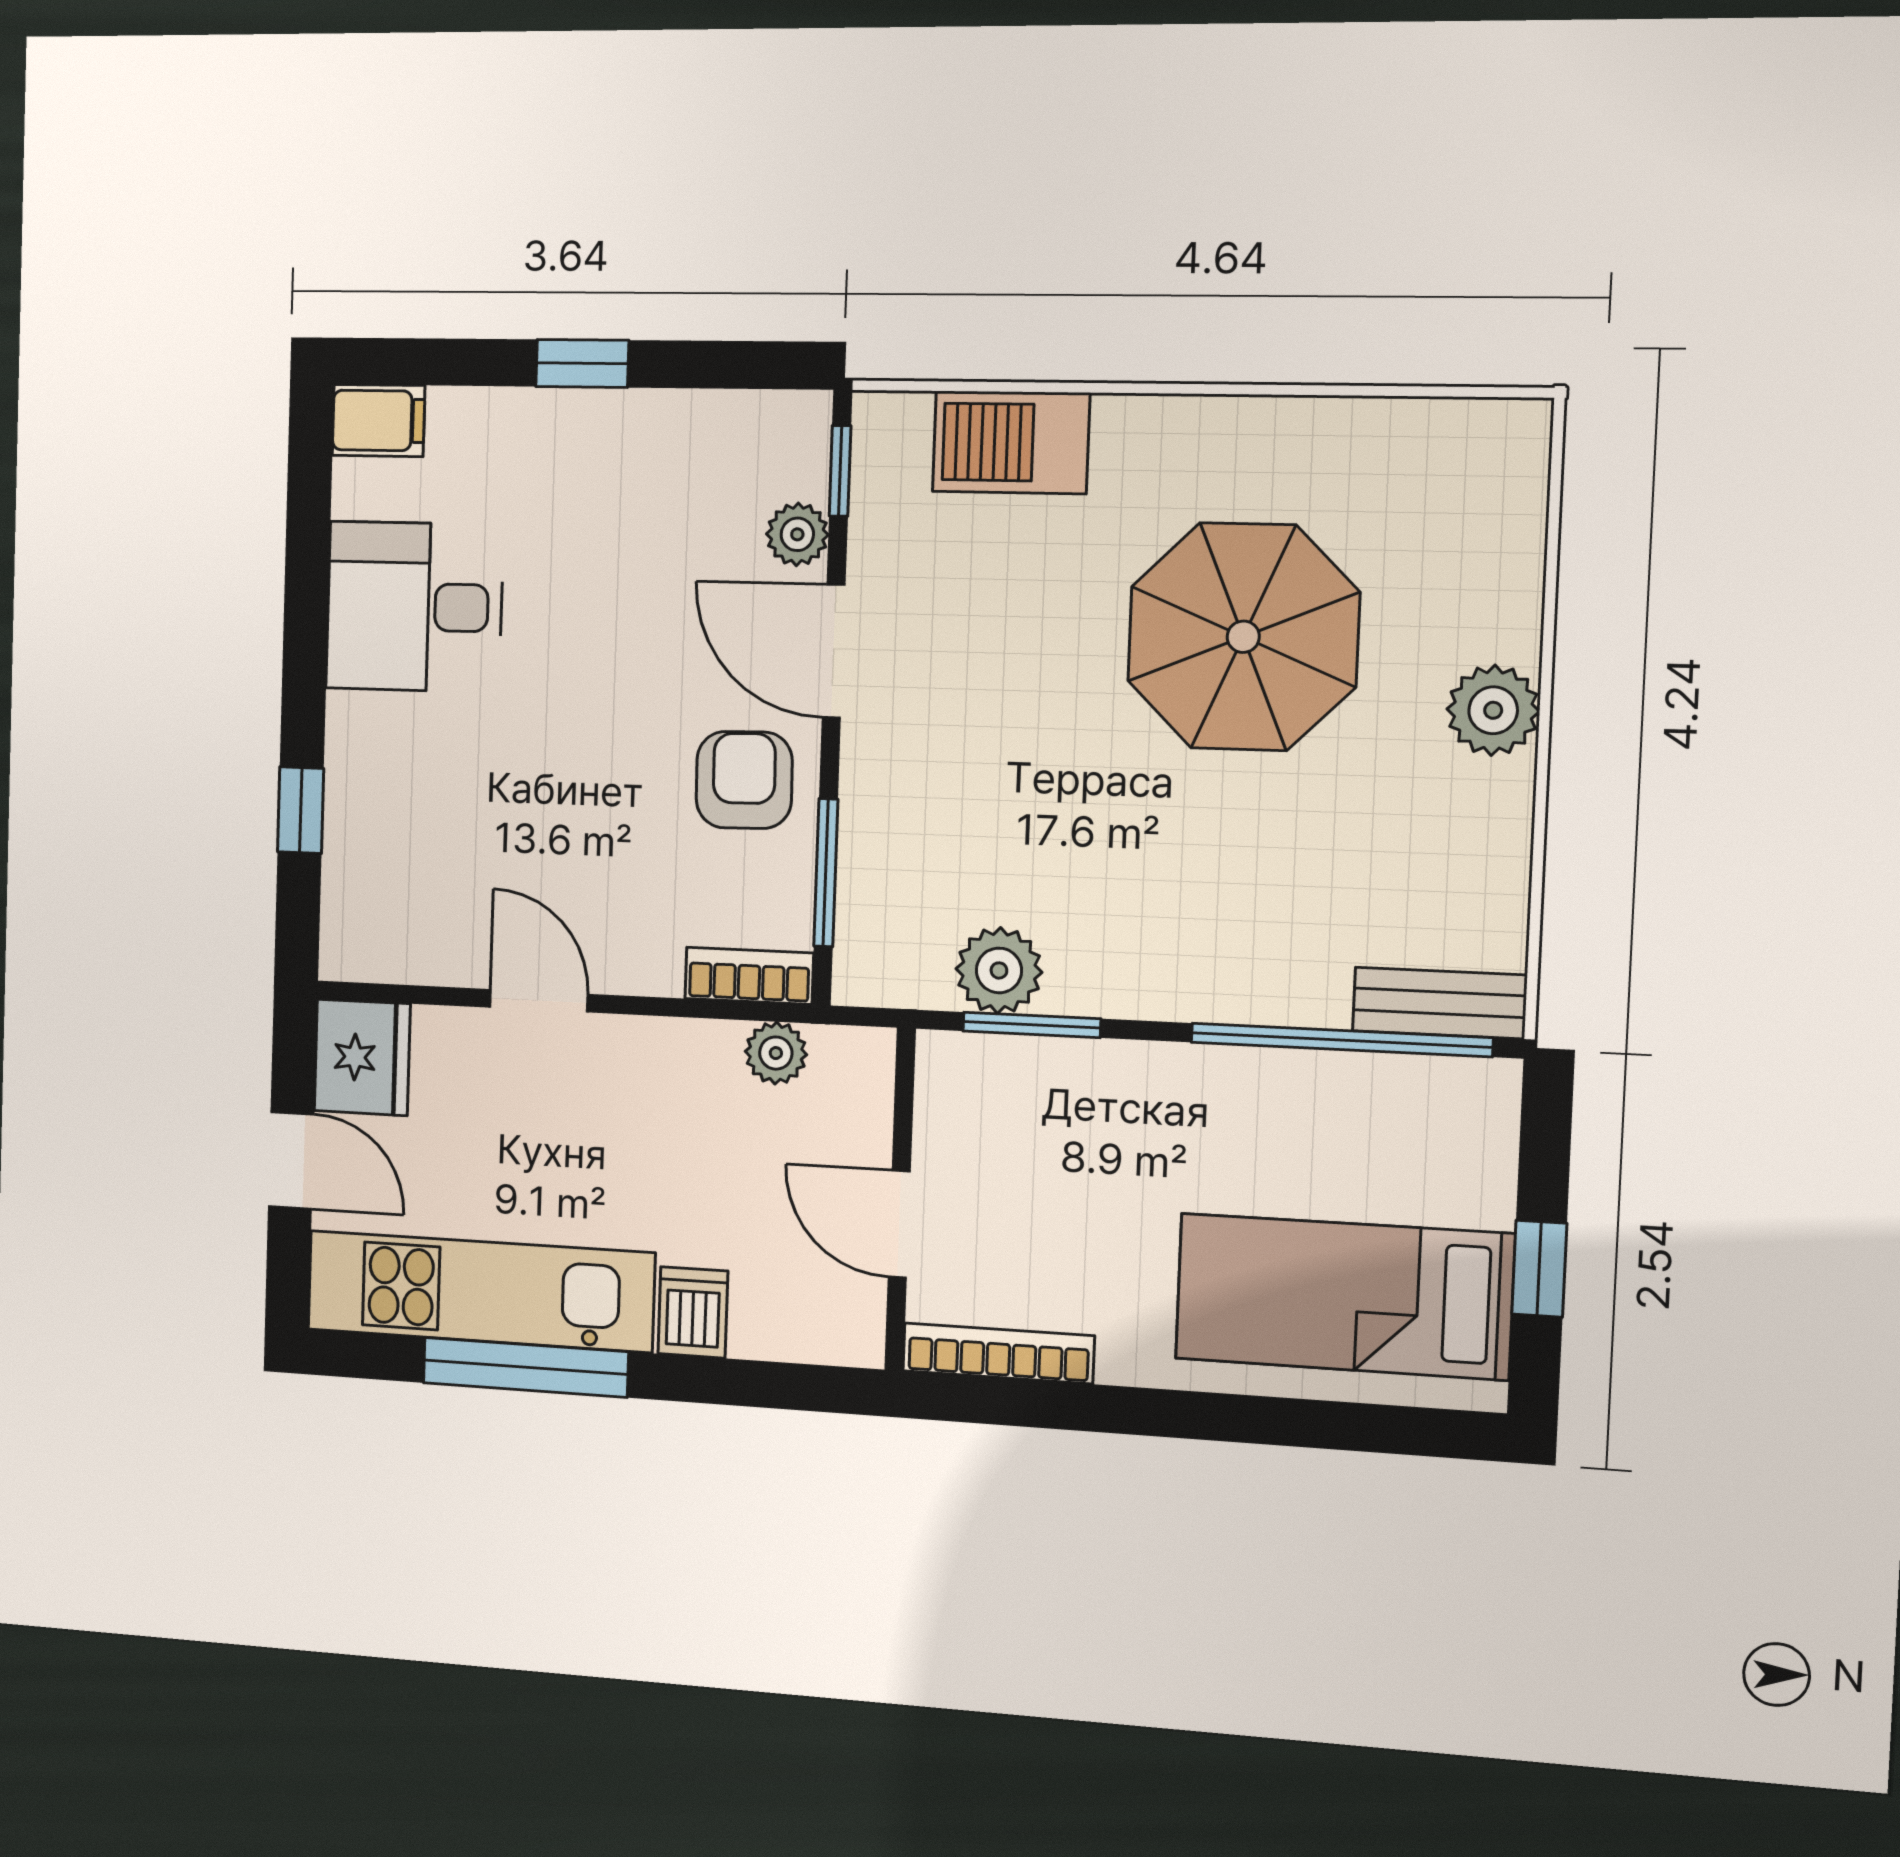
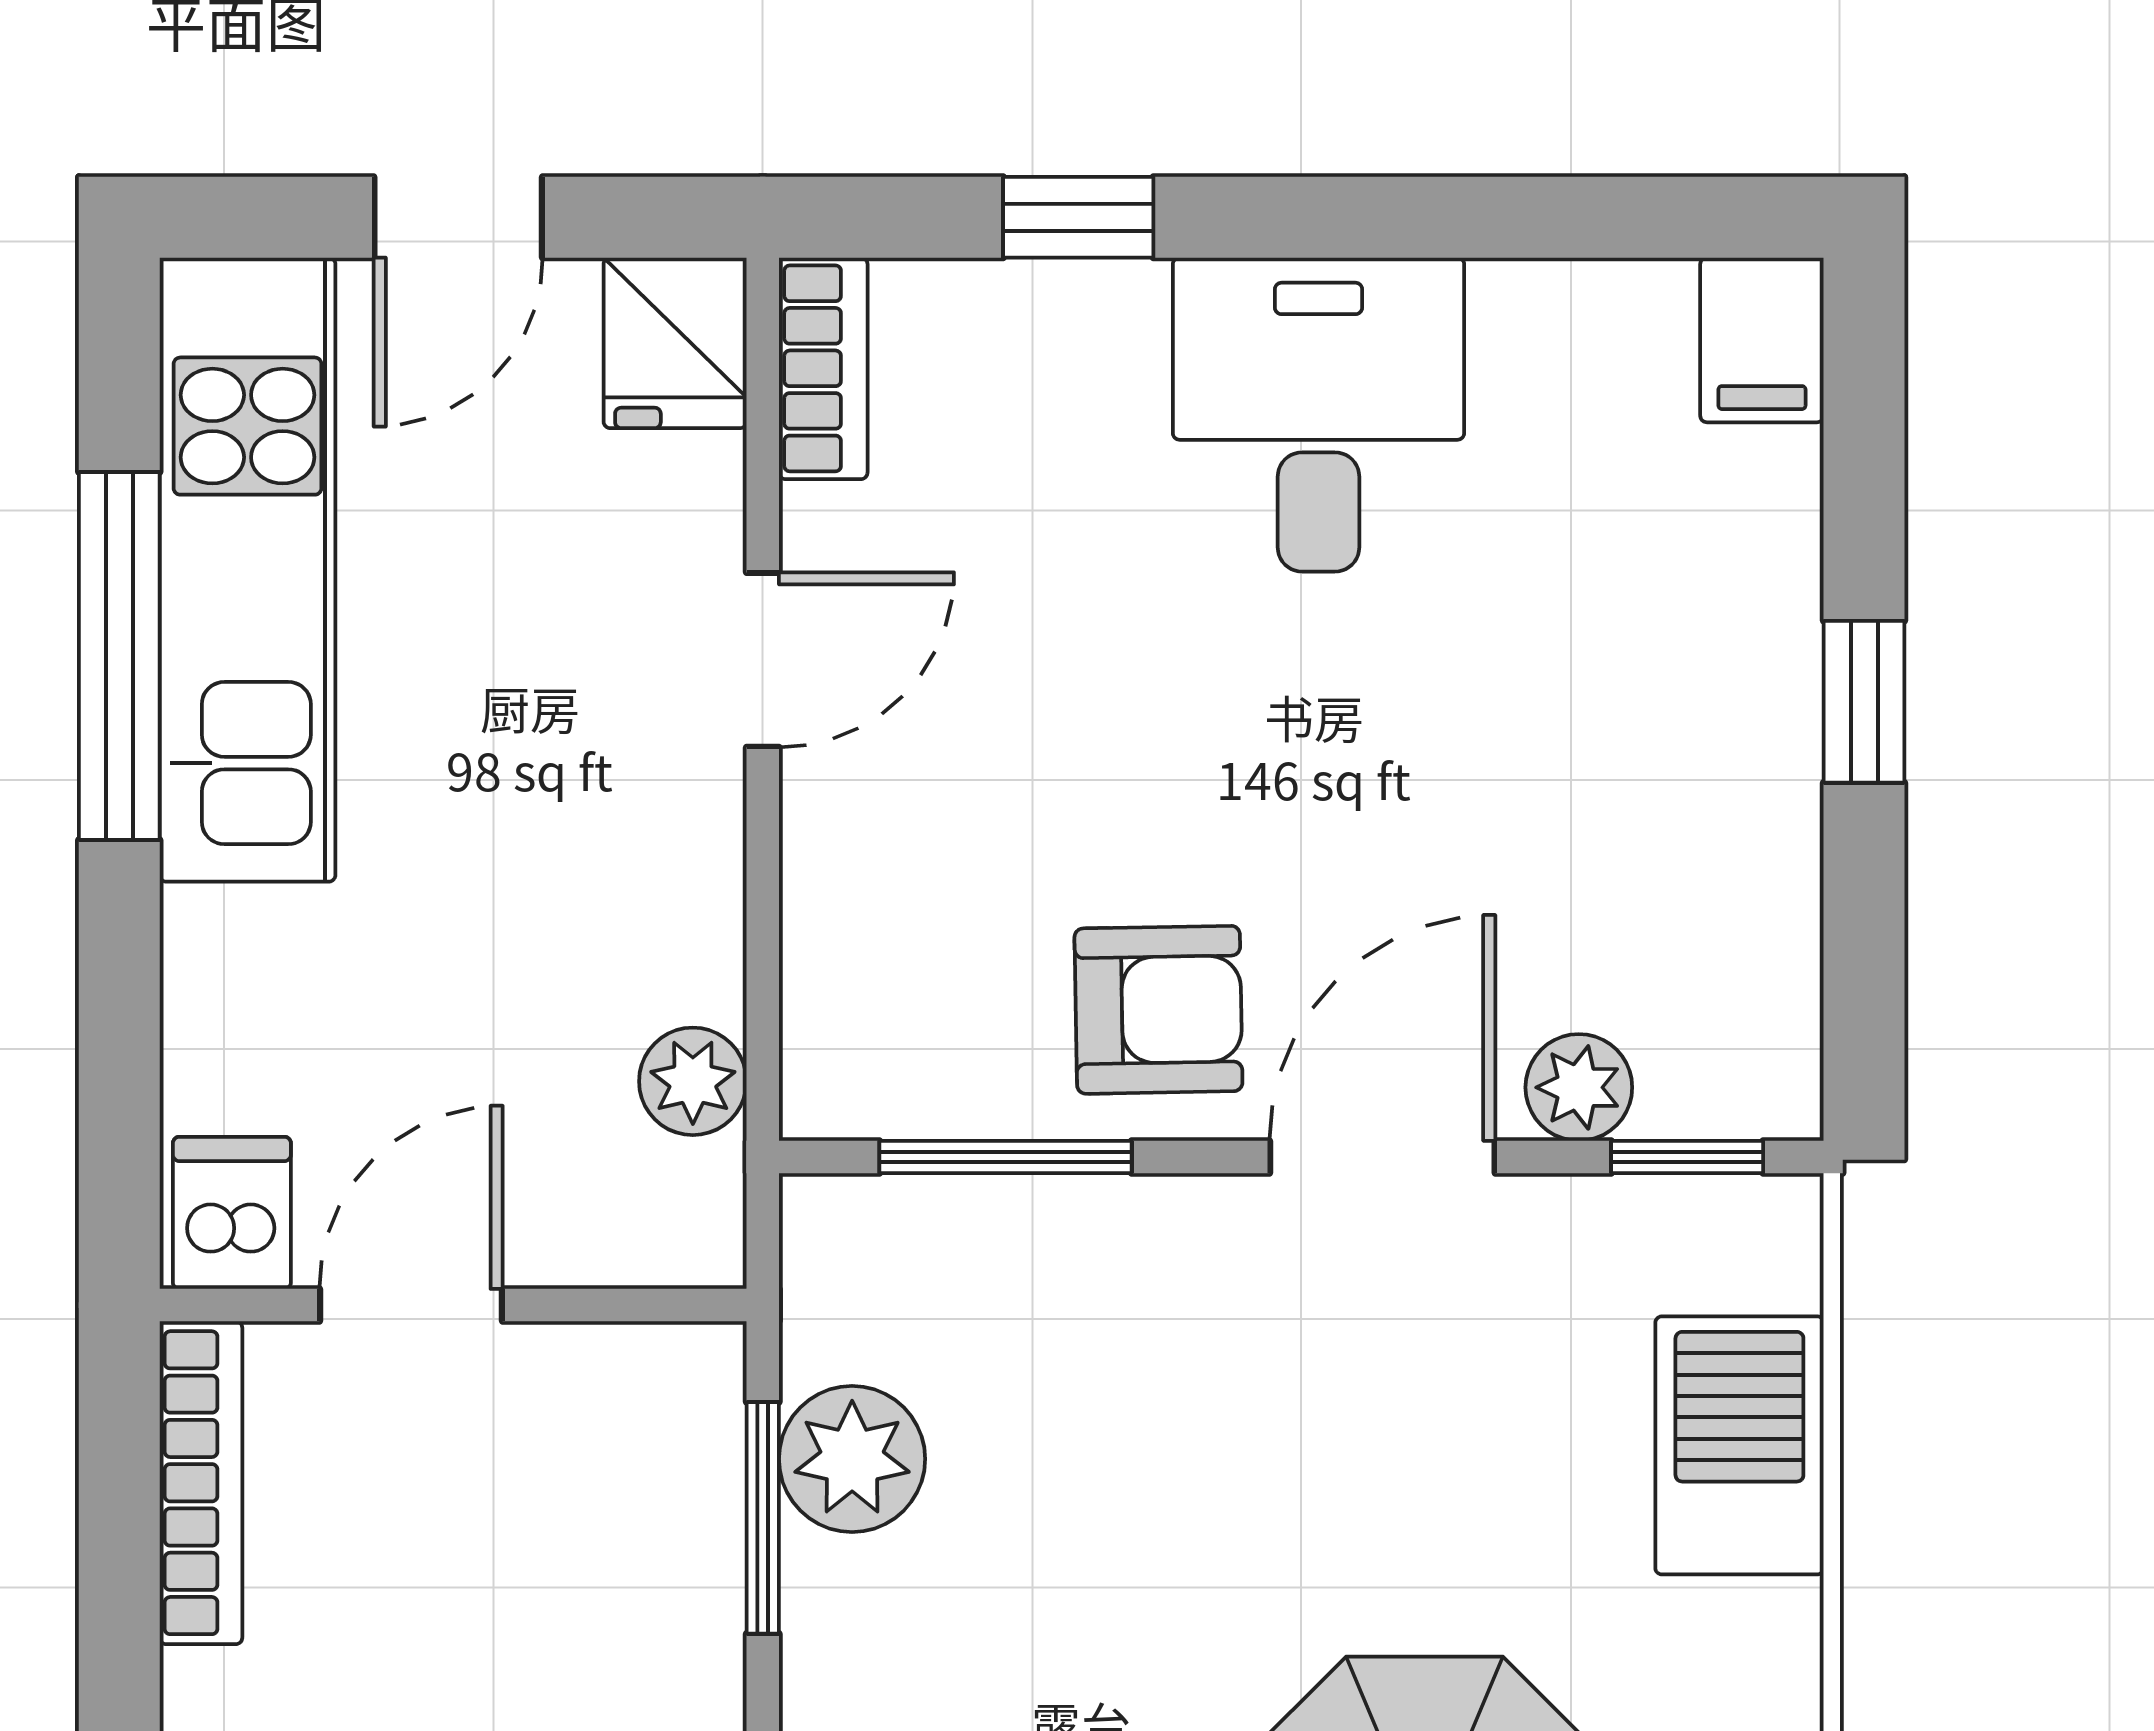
desk: (414, 607) -> (1319, 415), moved
bookcase: (749, 976) -> (823, 368), moved
fridge: (362, 1057) -> (675, 343), width x0.72
dishwasher: (693, 1312) -> (232, 1213), moved, turned -90

